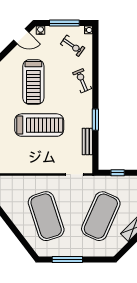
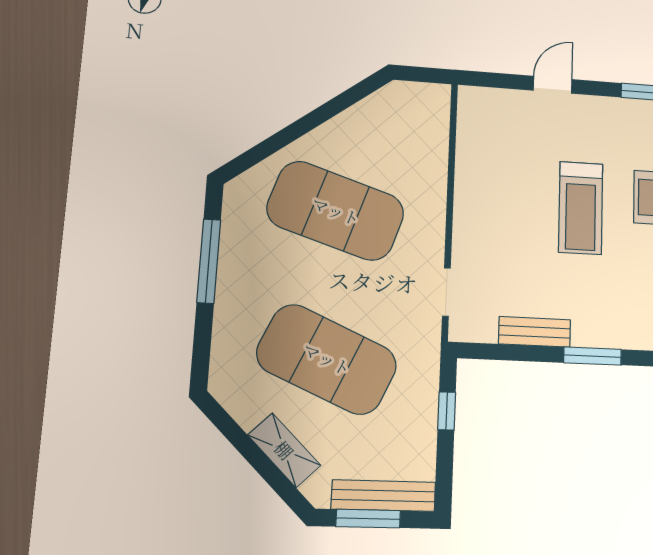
treadmill: (39, 125) -> (581, 208), width x0.73, depth x0.73
exercise mat: (46, 216) -> (336, 211), turned 36

